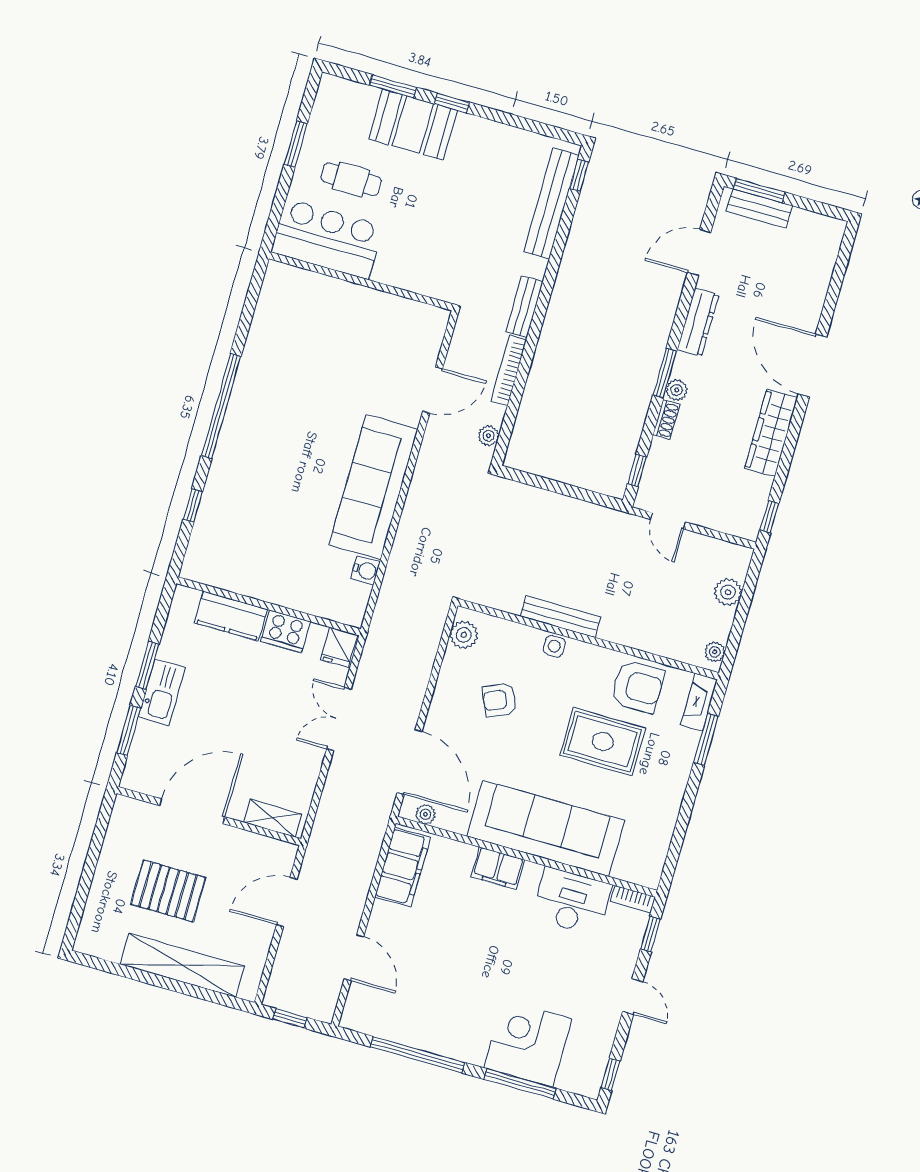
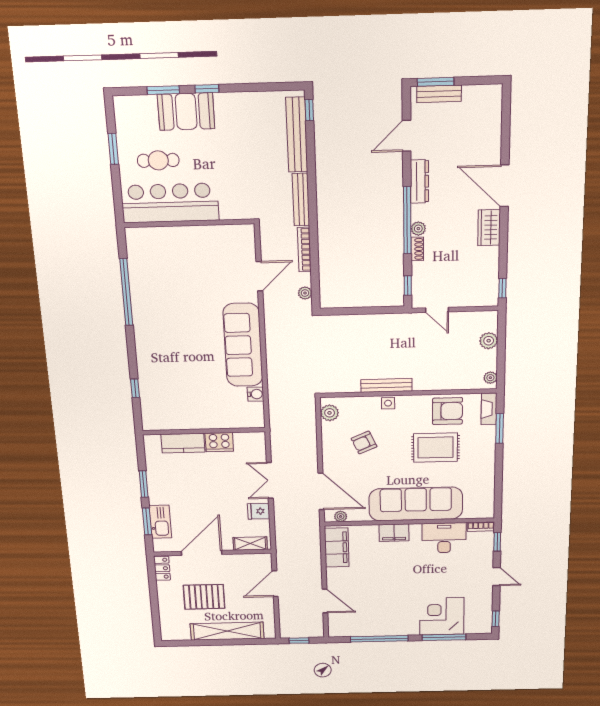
bar counter: (327, 239) -> (170, 203), width x1.36
bench: (524, 307) -> (301, 200), width x1.36
window: (665, 373) -> (407, 220), width x2.11
window: (221, 406) -> (126, 292), moved
wardrobe: (771, 433) -> (489, 228), width x0.67
fridge: (339, 647) -> (259, 511), moved, turned 90
kitchen sink: (162, 692) -> (160, 522), moved
locker: (121, 819) -> (162, 568), added

